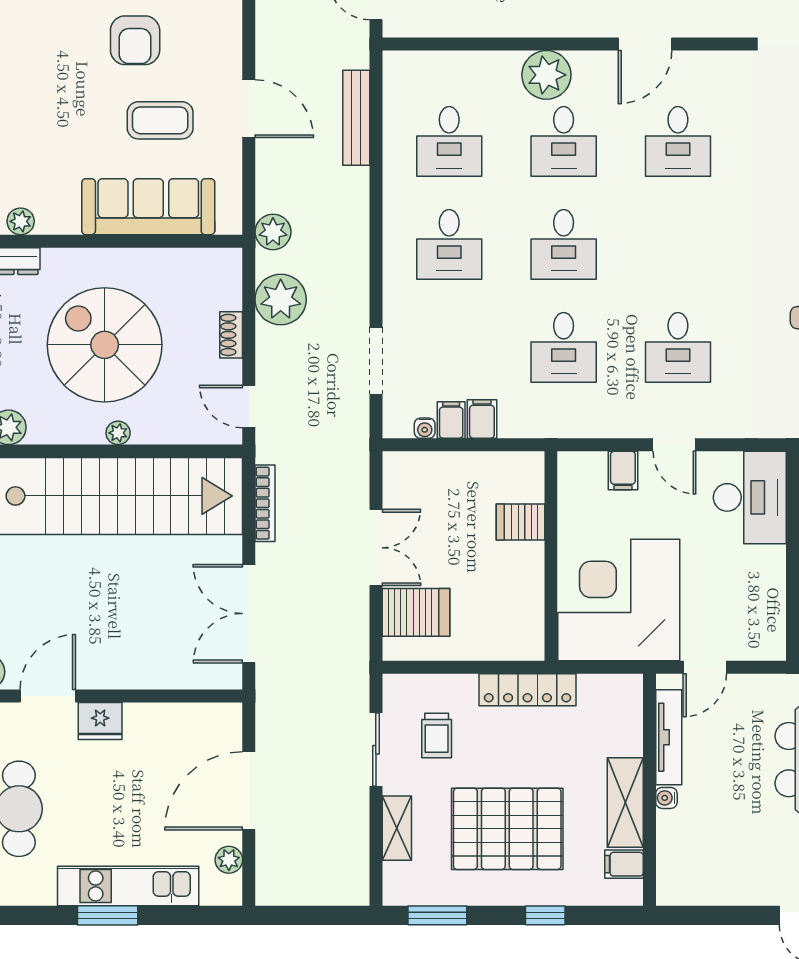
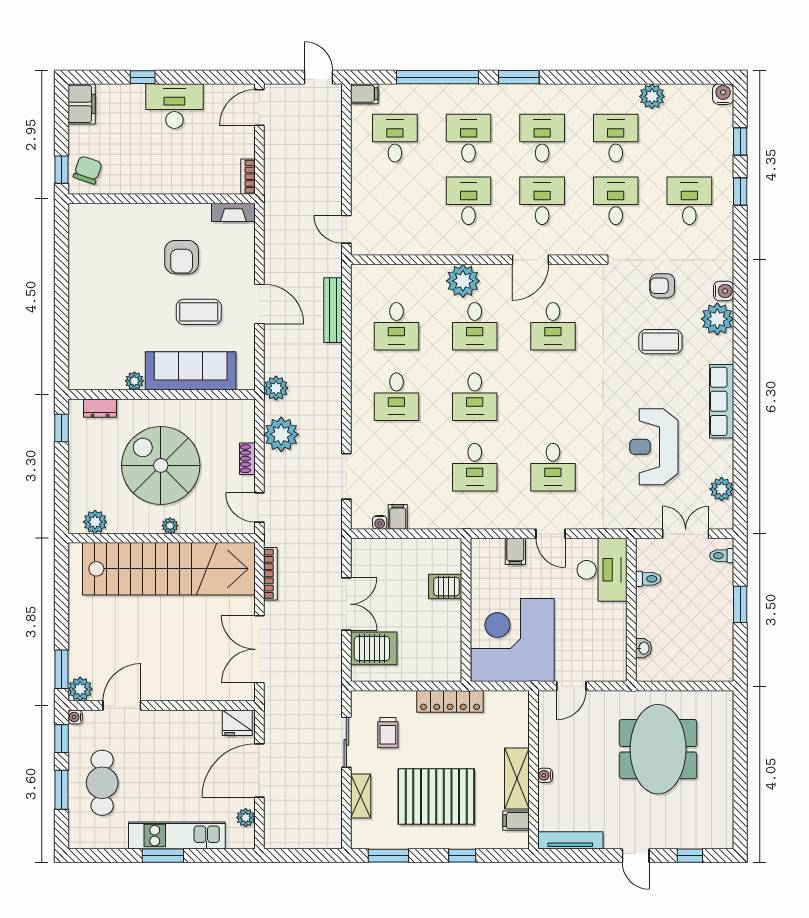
plant: (21, 221) -> (134, 381), moved
filing cabinet: (482, 419) -> (419, 516), removed
fridge: (100, 721) -> (237, 723), moved
tv unit: (669, 737) -> (570, 840), moved, turned -90

